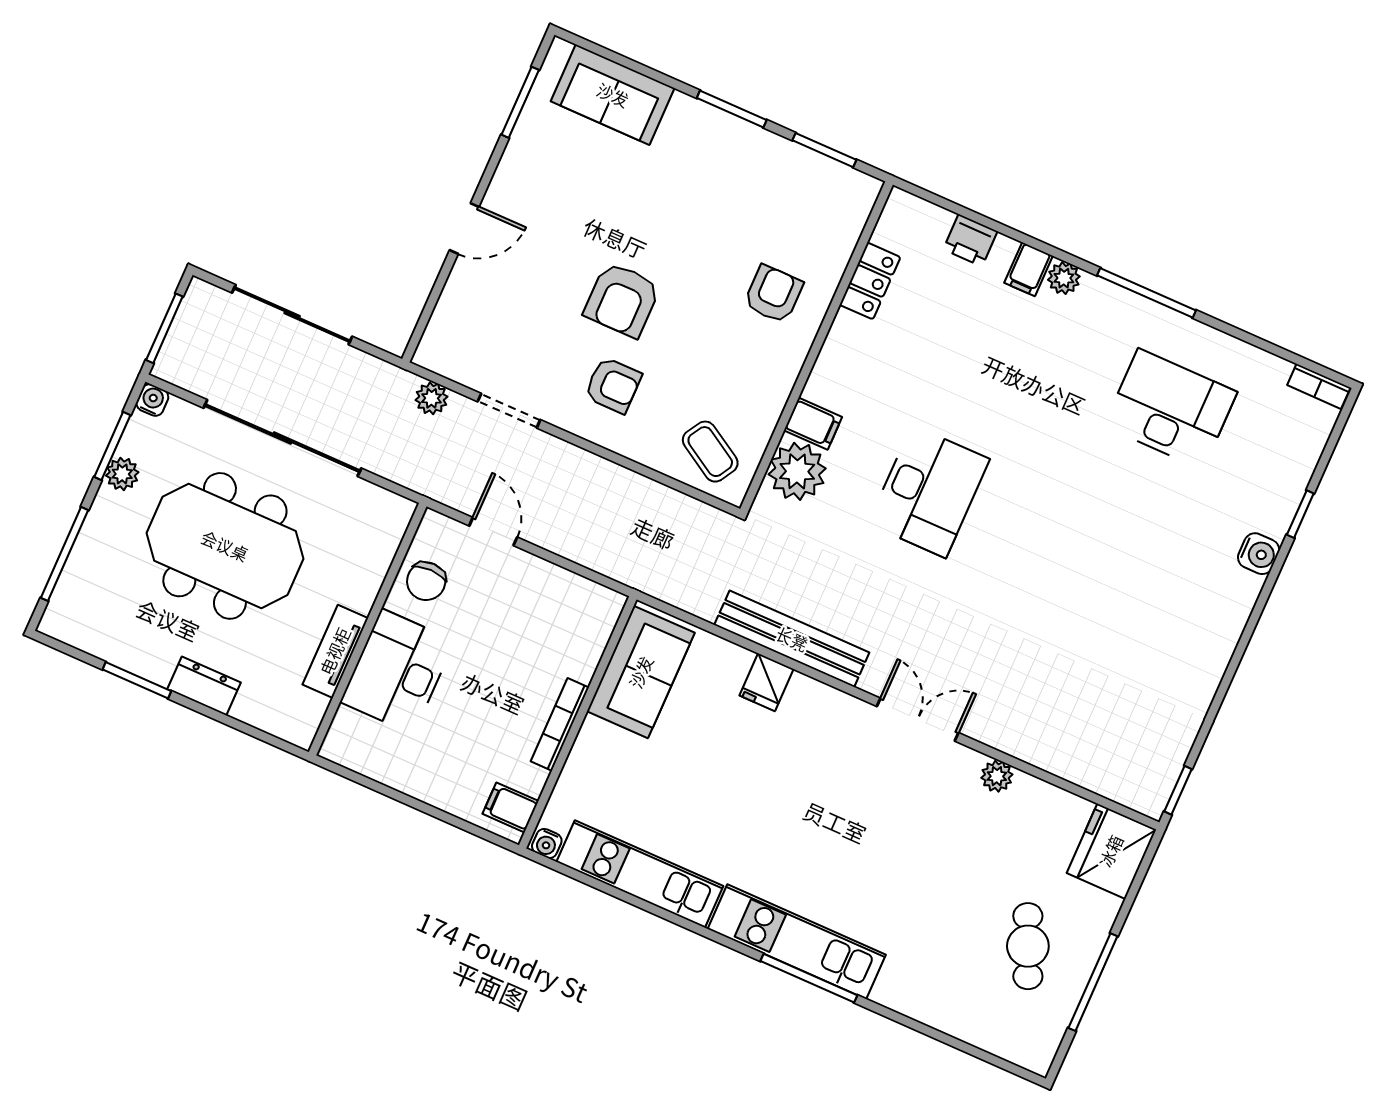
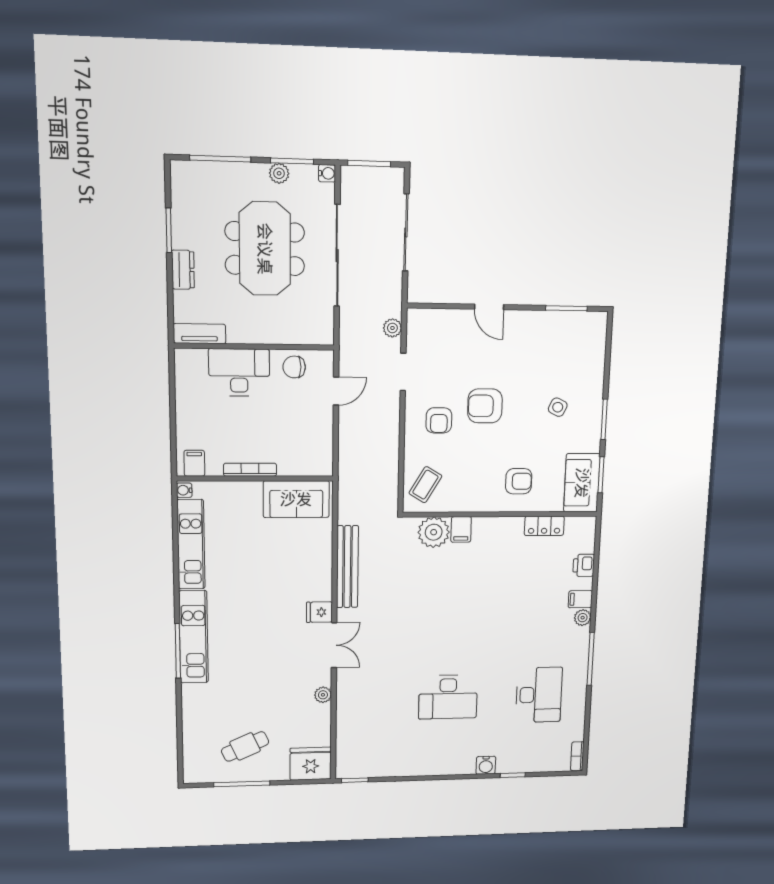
sofa: (613, 95) -> (582, 483), moved
side table: (677, 180) -> (558, 407), added
desk: (929, 491) -> (448, 697), moved
tv unit: (335, 651) -> (199, 334), moved
fridge: (767, 682) -> (319, 612), moved

